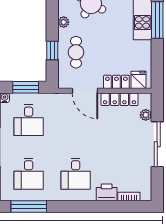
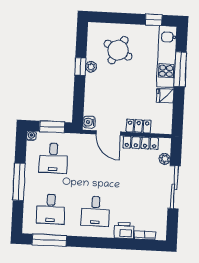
window: (52, 50) -> (80, 66), moved
cafe table: (76, 52) -> (101, 96), removed
water cooler: (64, 80) -> (89, 122), added
fridge: (138, 80) -> (165, 96), moved, turned -90

